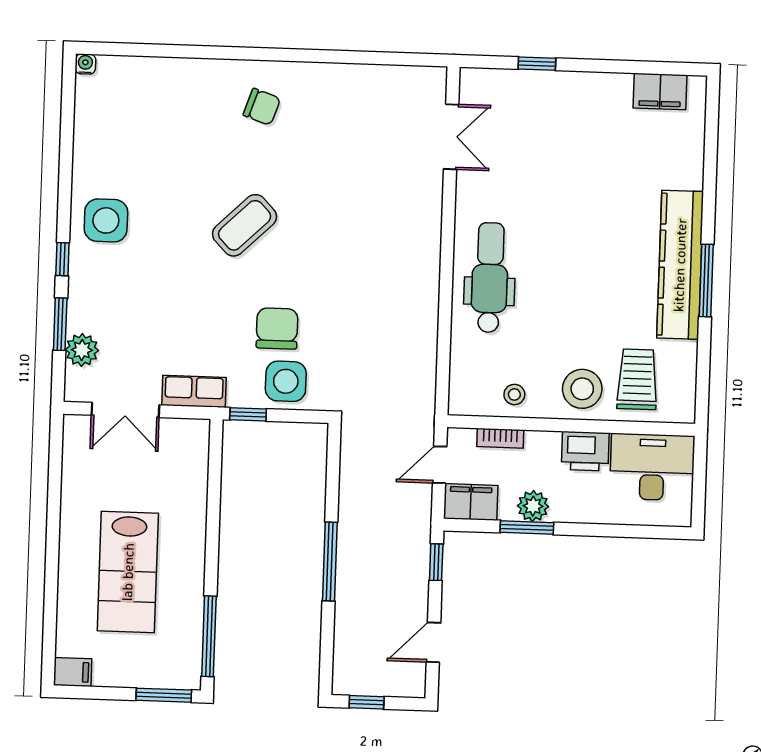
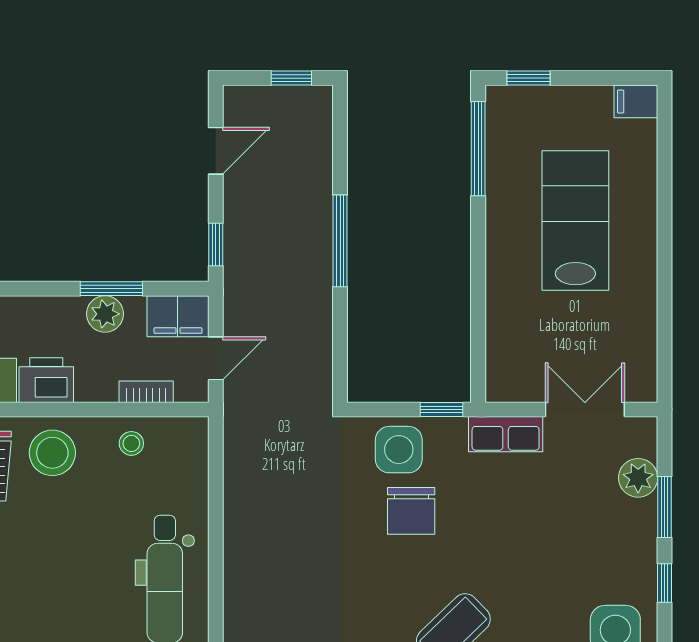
window: (164, 695) -> (528, 78), width x0.67

